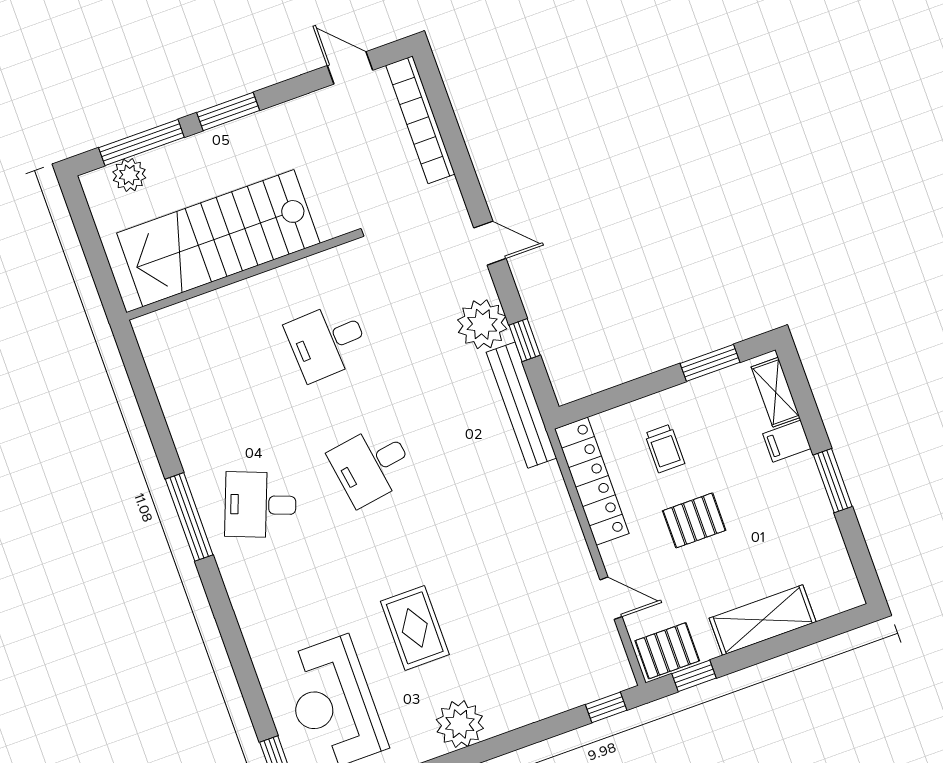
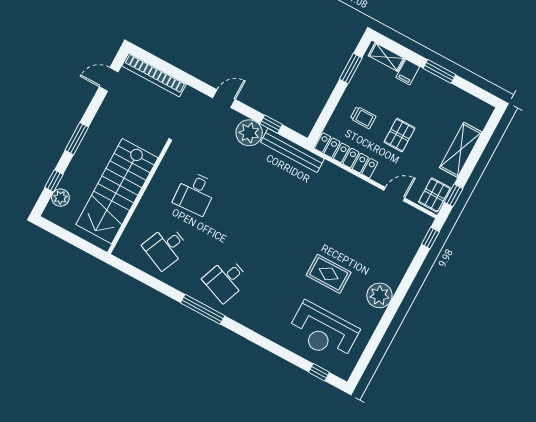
window: (141, 143) -> (54, 181), width x0.46
desk: (372, 465) -> (166, 247), moved, turned 33

